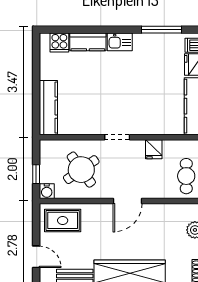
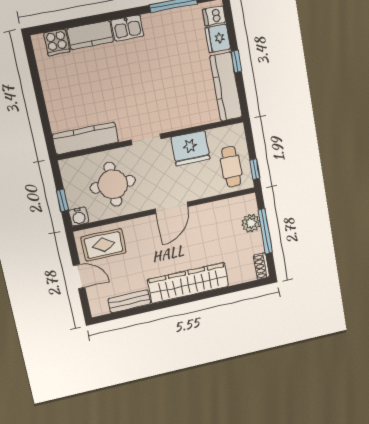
kitchen counter: (48, 108) -> (86, 138), moved, turned -90
fridge: (154, 149) -> (190, 148), width x1.88, depth x1.34
round table: (81, 170) -> (113, 184), turned 35
door: (36, 257) -> (79, 277), moved

